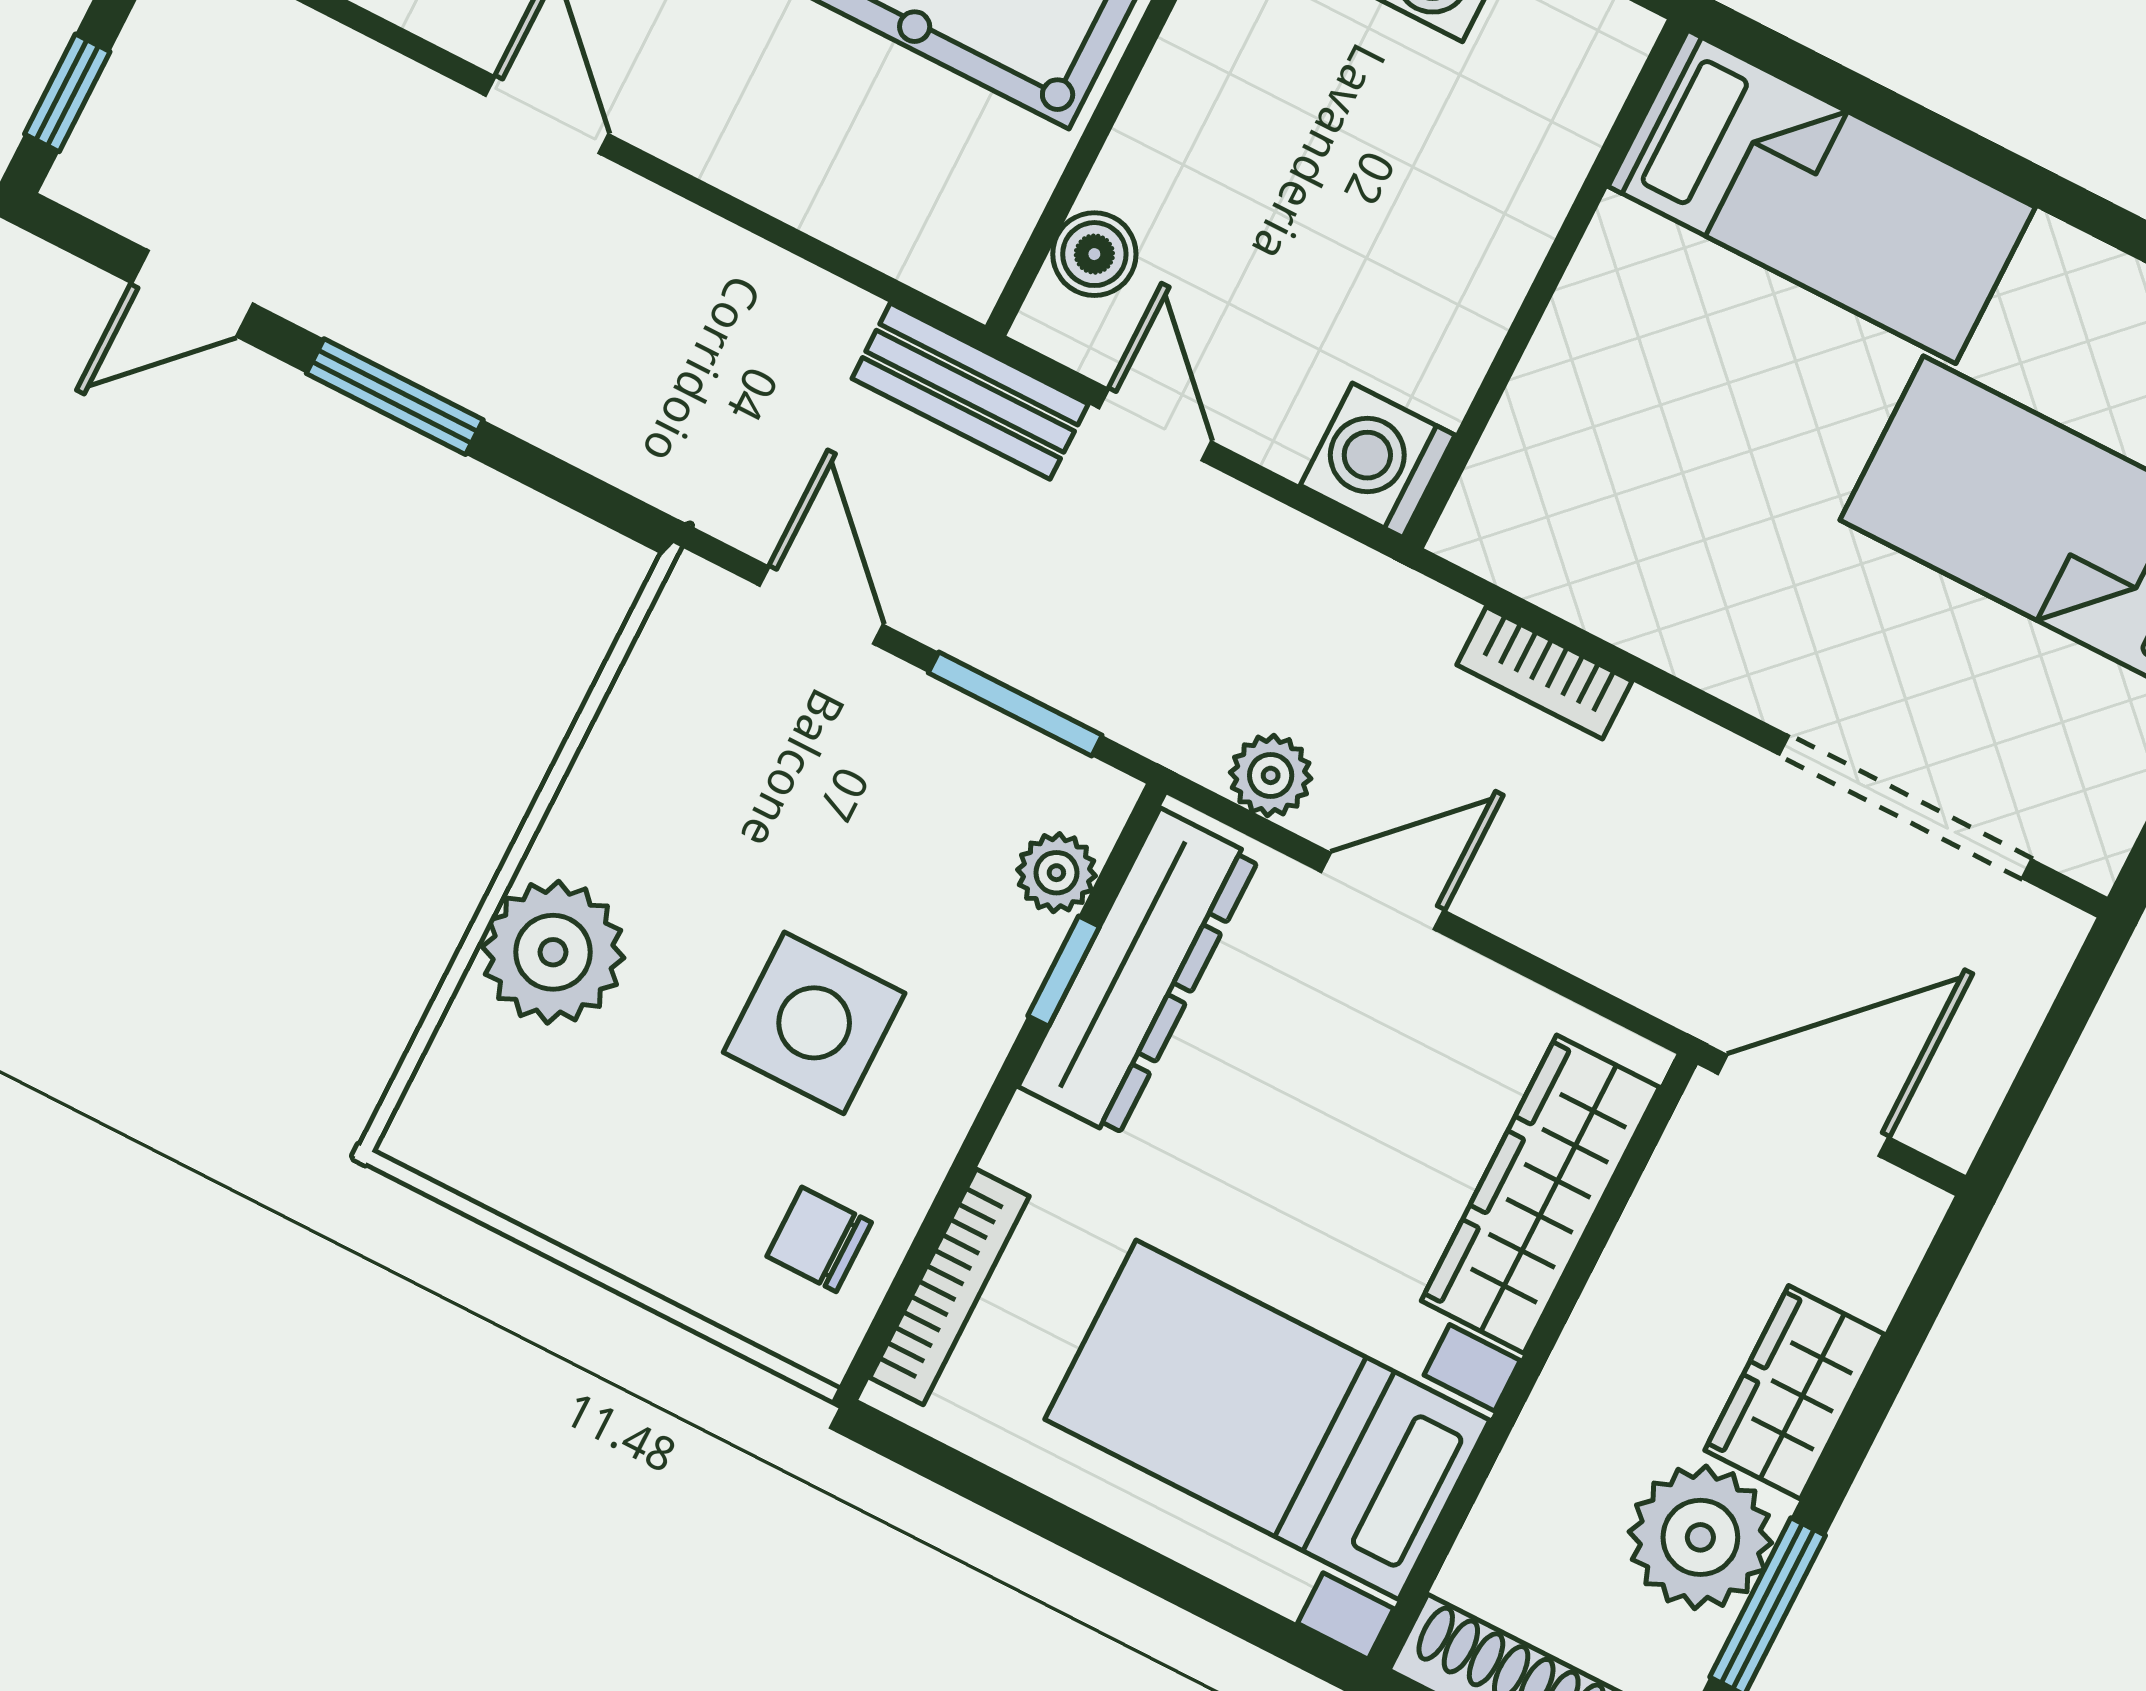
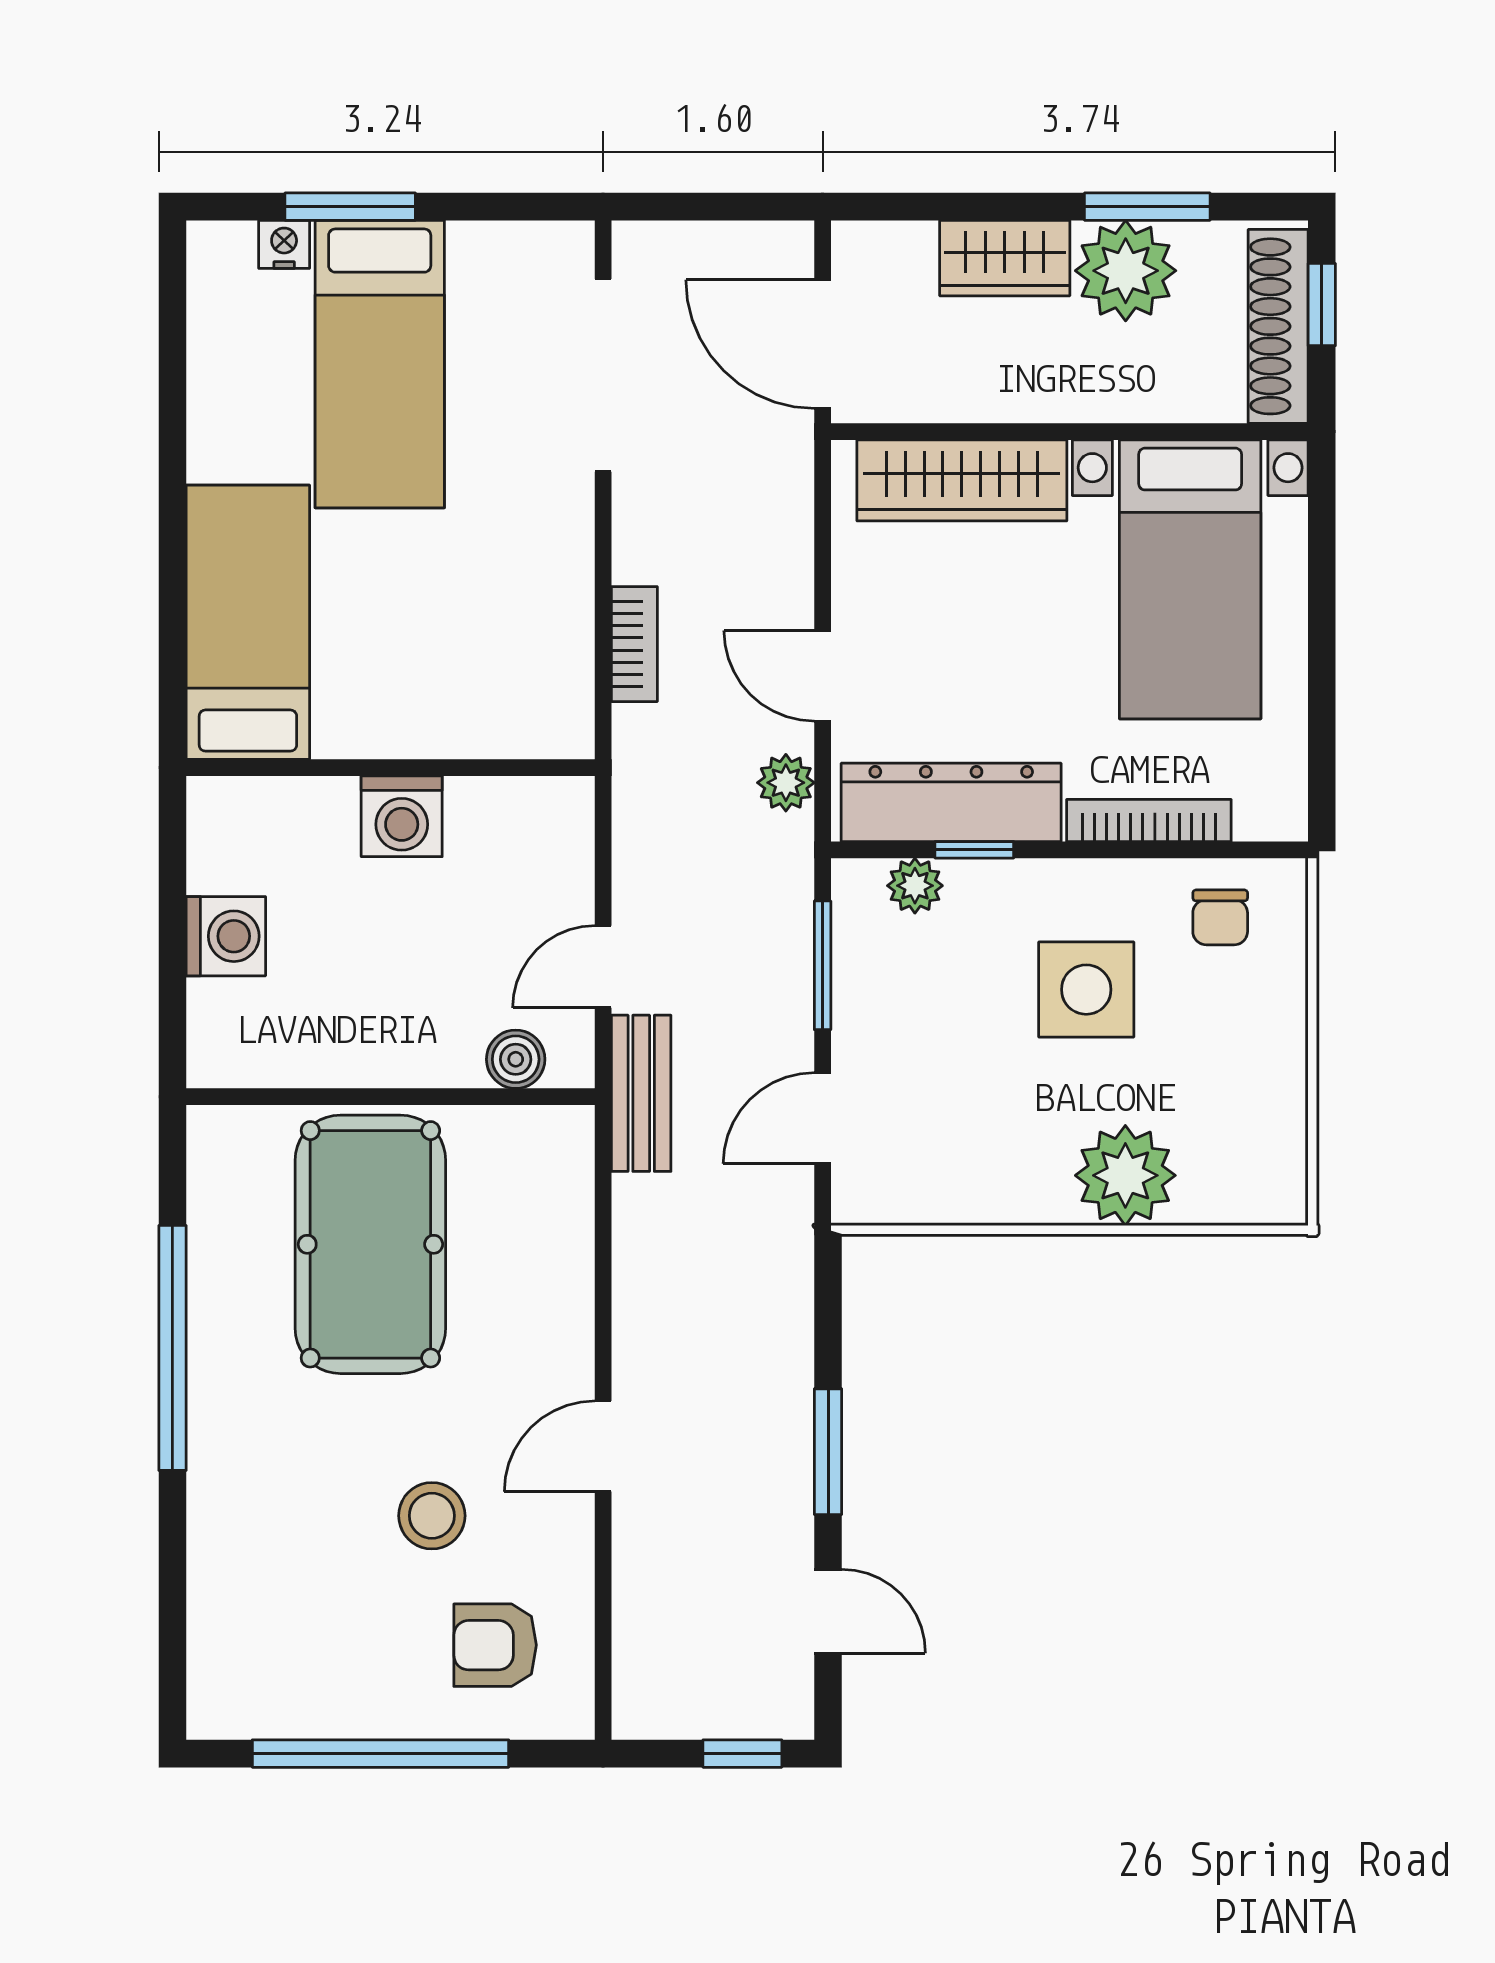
washing machine: (1378, 460) -> (402, 816), moved
bookcase: (950, 1287) -> (1149, 821), moved

